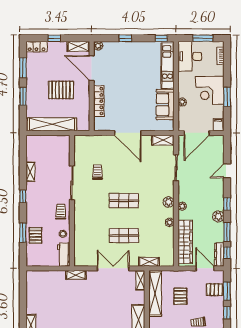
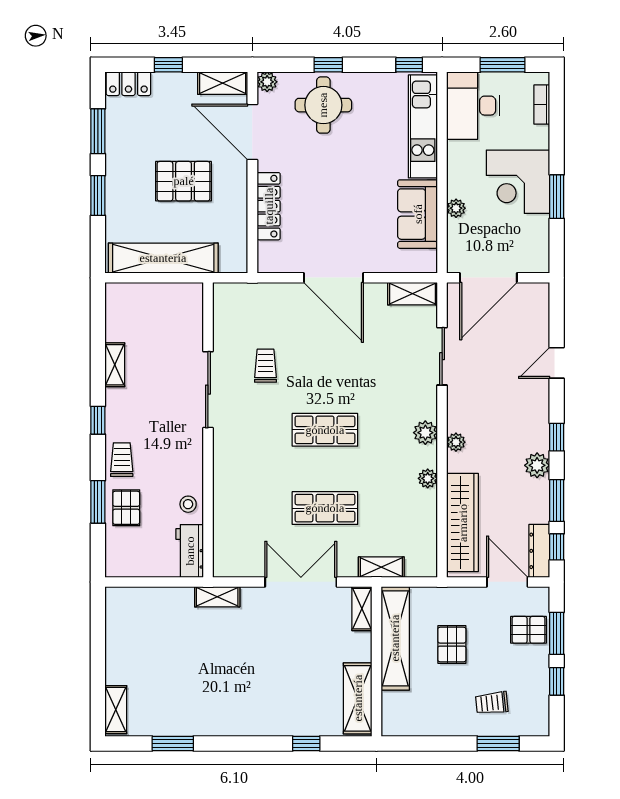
round table: (123, 56) -> (323, 105), added
filing cabinet: (218, 125) -> (537, 259), removed
trolley: (61, 212) -> (122, 460), moved

